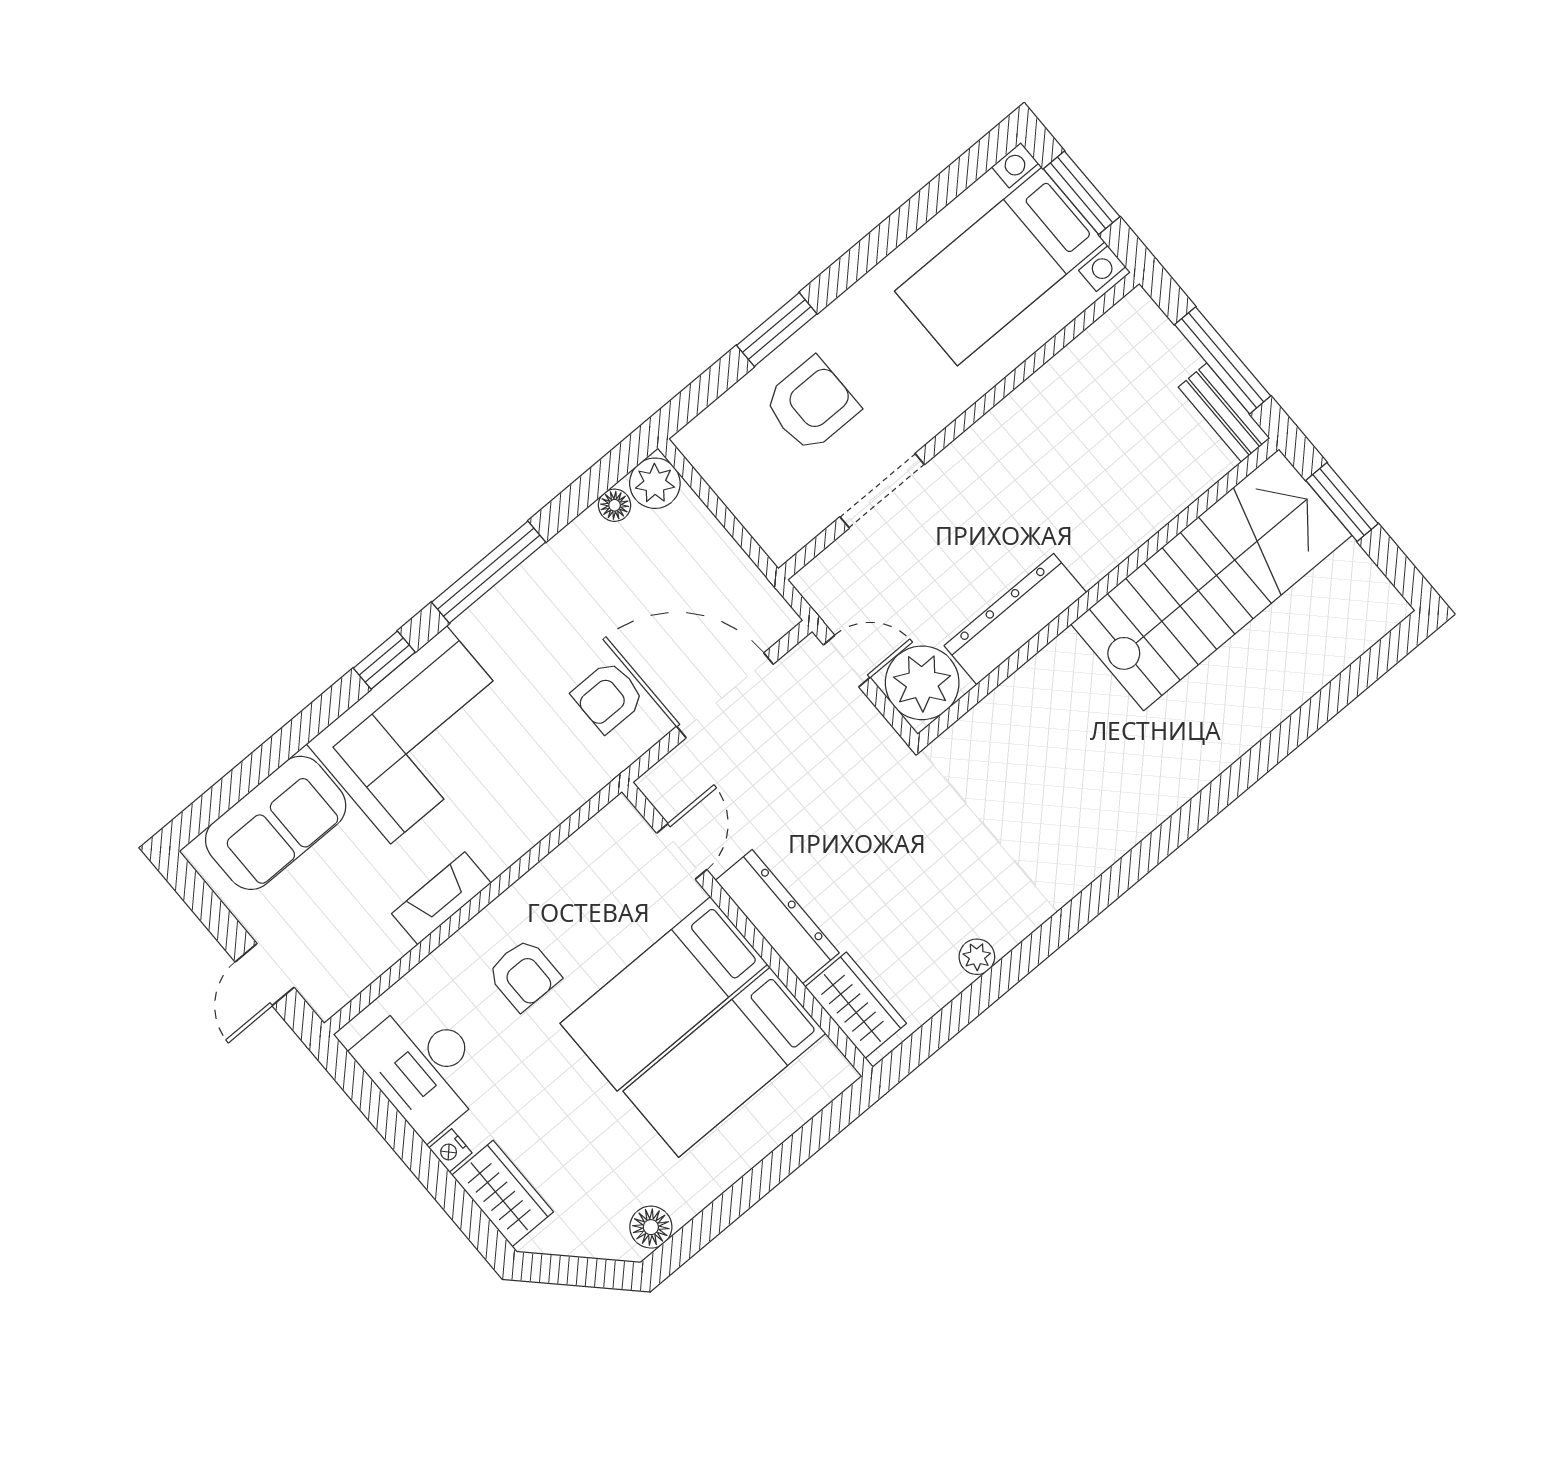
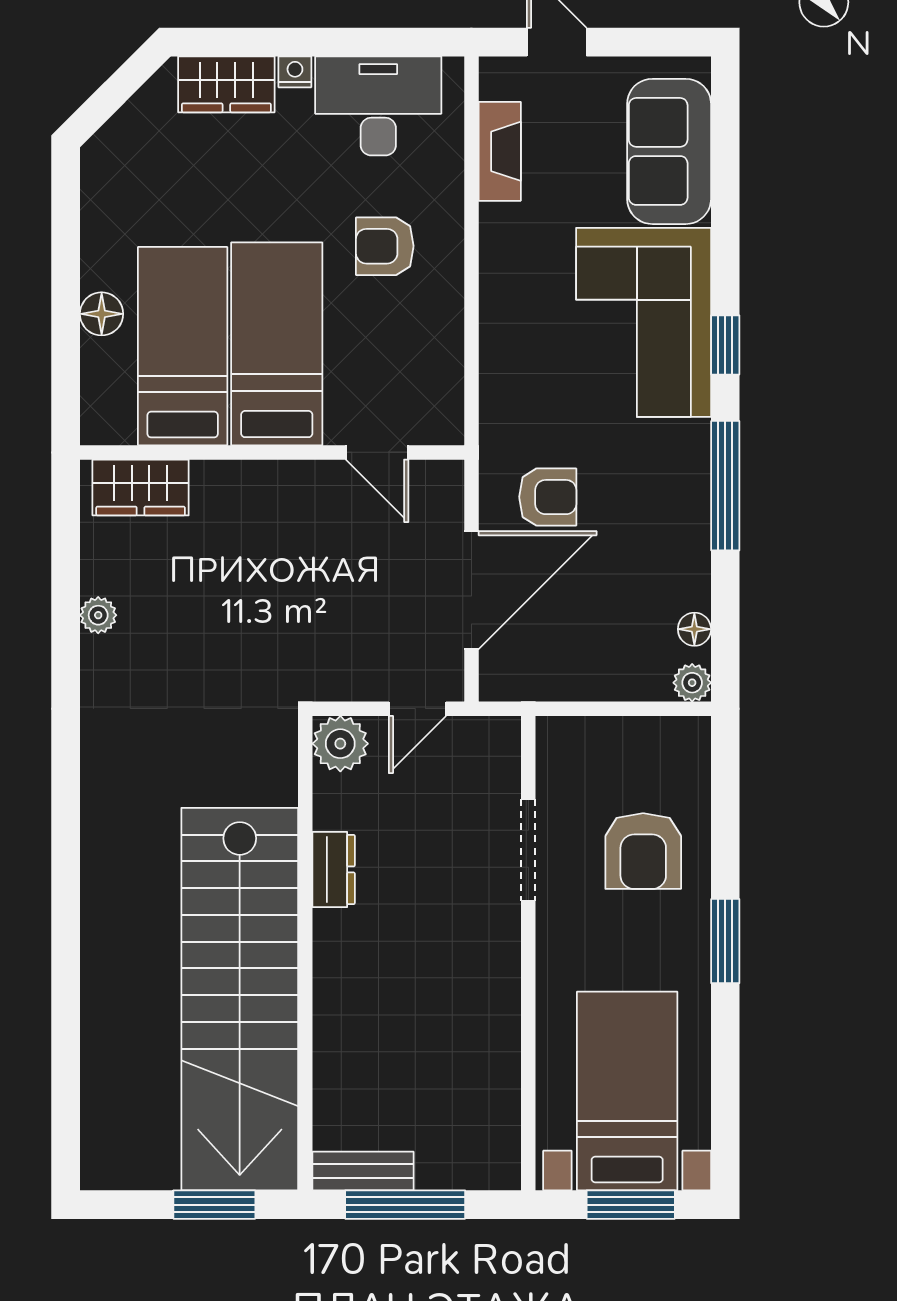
window: (777, 330) -> (725, 941), moved
plant: (655, 483) -> (692, 683), width x0.73, depth x0.73
stairs: (1211, 580) -> (240, 999), width x1.36
dresser: (1015, 619) -> (334, 869), width x0.51, depth x0.80
plant: (922, 683) -> (340, 744), width x0.73, depth x0.73
armchair: (608, 697) -> (548, 497), turned 90
fireplace: (441, 898) -> (500, 151), moved
dresser: (777, 917) -> (262, 484), removed
floor lamp: (651, 1227) -> (102, 314), moved

